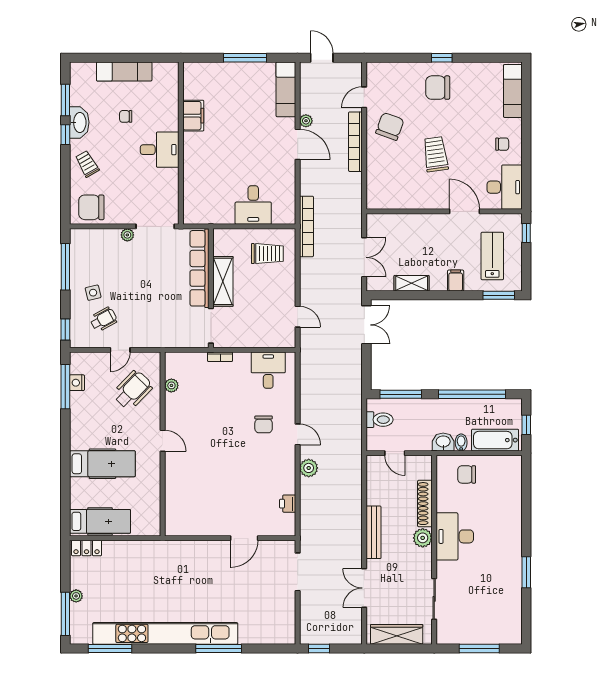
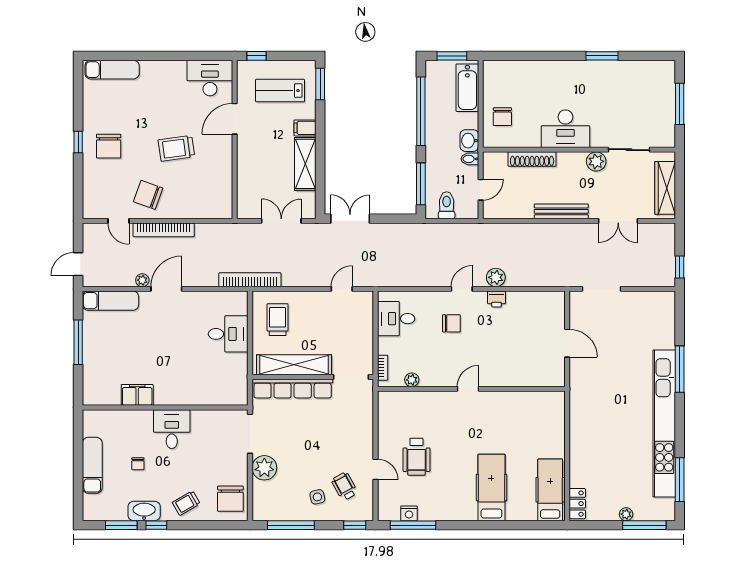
chair: (502, 144) -> (166, 80), removed
plant: (127, 235) -> (264, 468), width x1.88, depth x1.88
shelving: (223, 281) -> (294, 365), width x1.47
shelving: (412, 283) -> (305, 164), width x1.50, depth x1.33
plant: (171, 385) -> (412, 380), moved
wheelchair: (133, 390) -> (416, 457), turned -134
window: (526, 425) -> (452, 56), width x1.50
door: (163, 441) -> (468, 389), moved
bidet: (461, 442) -> (470, 159), moved
wall: (163, 444) -> (471, 389), moved
printer: (288, 504) -> (496, 299), moved
plant: (423, 538) -> (596, 161), moved

